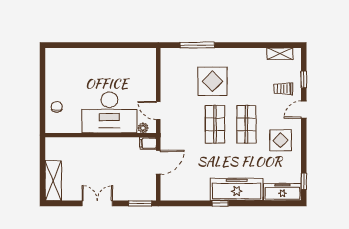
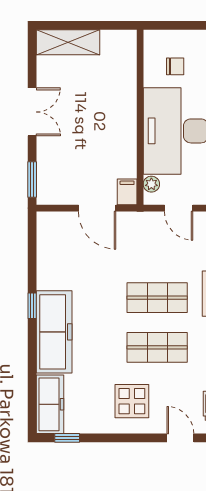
chair: (57, 107) -> (175, 66), moved
door: (158, 111) -> (179, 208), swing flipped

